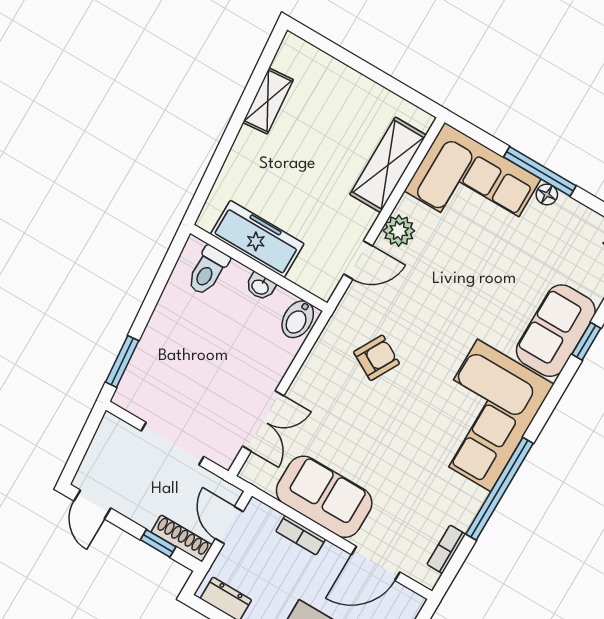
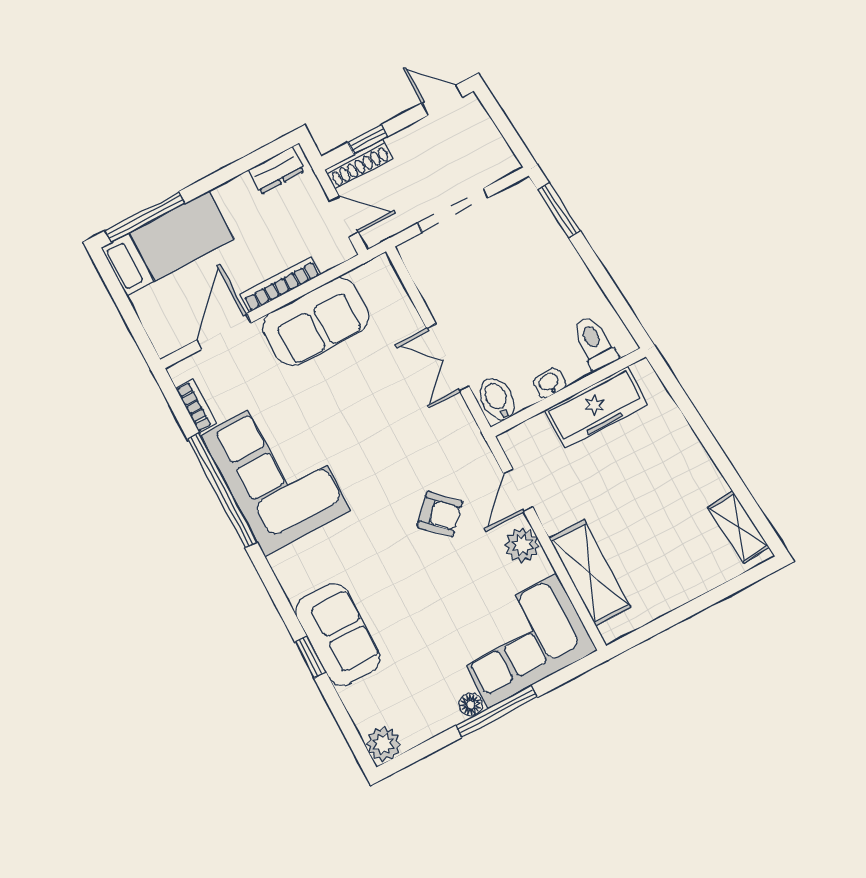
shelving: (268, 101) -> (738, 527), moved
armchair: (377, 358) -> (440, 514), moved, turned -75
corner sofa: (484, 415) -> (276, 473), moved
double door: (263, 421) -> (448, 358), moved
bookcase: (301, 535) -> (280, 284), width x1.56

